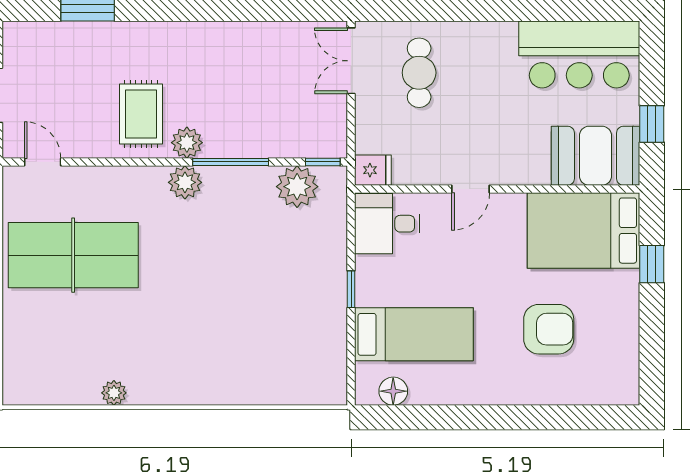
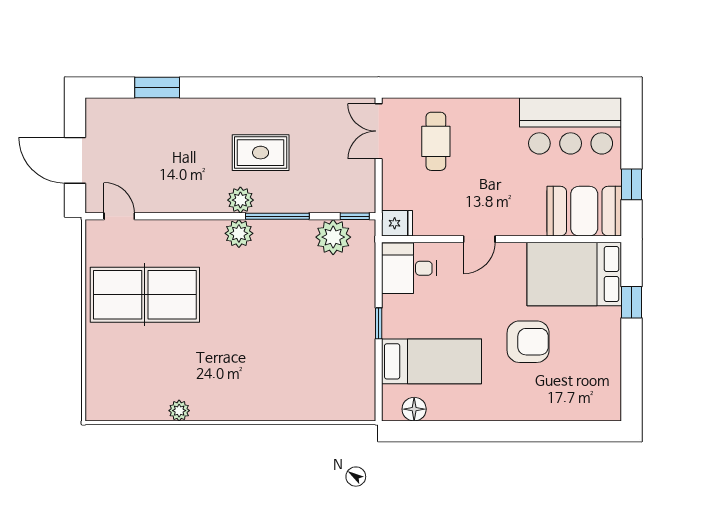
rug: (141, 114) -> (261, 153), moved, turned 90
armchair: (549, 329) -> (528, 342), moved

